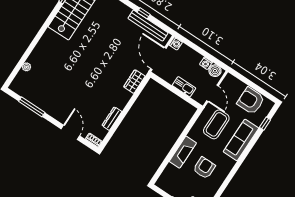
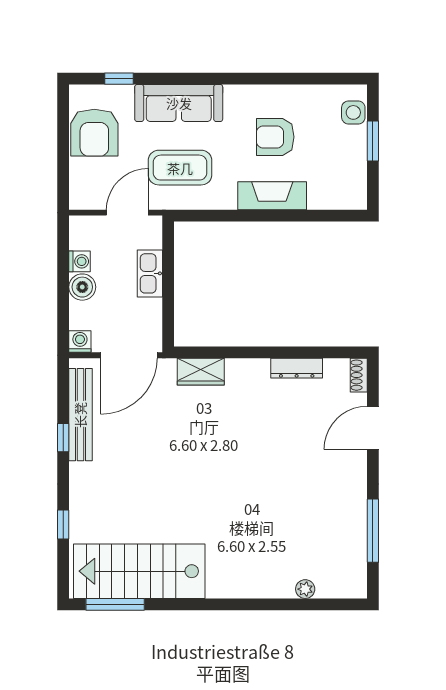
boiler: (215, 71) -> (82, 287), moved

